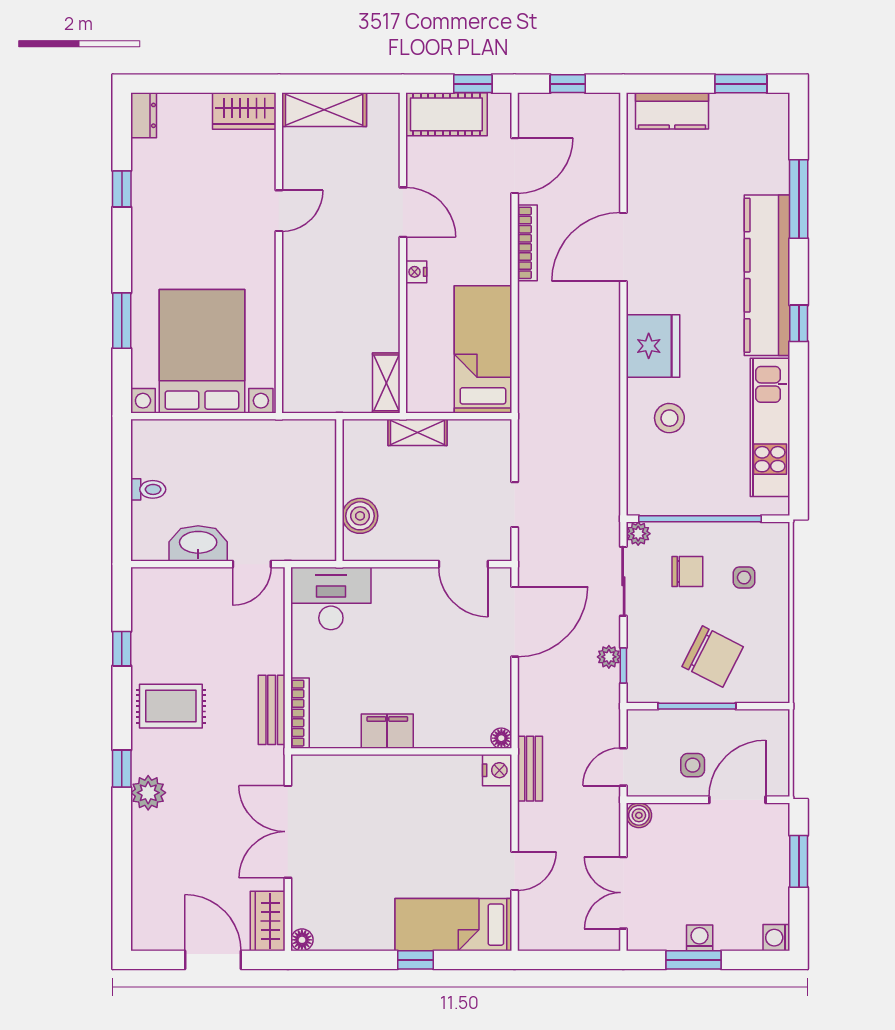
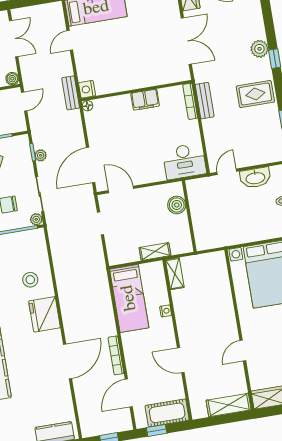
nightstand: (416, 272) -> (166, 311), moved

